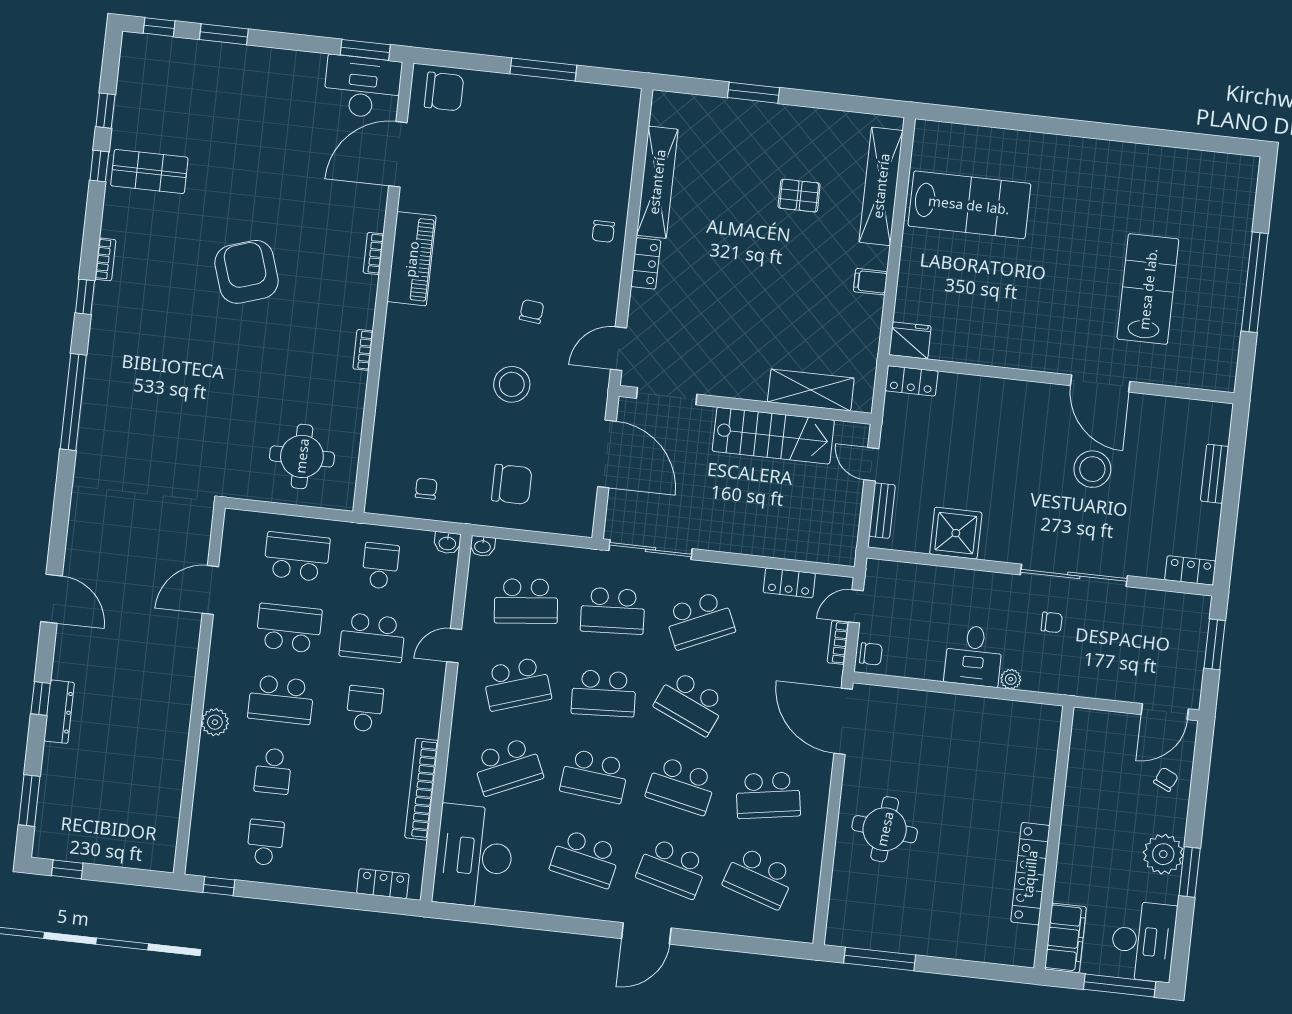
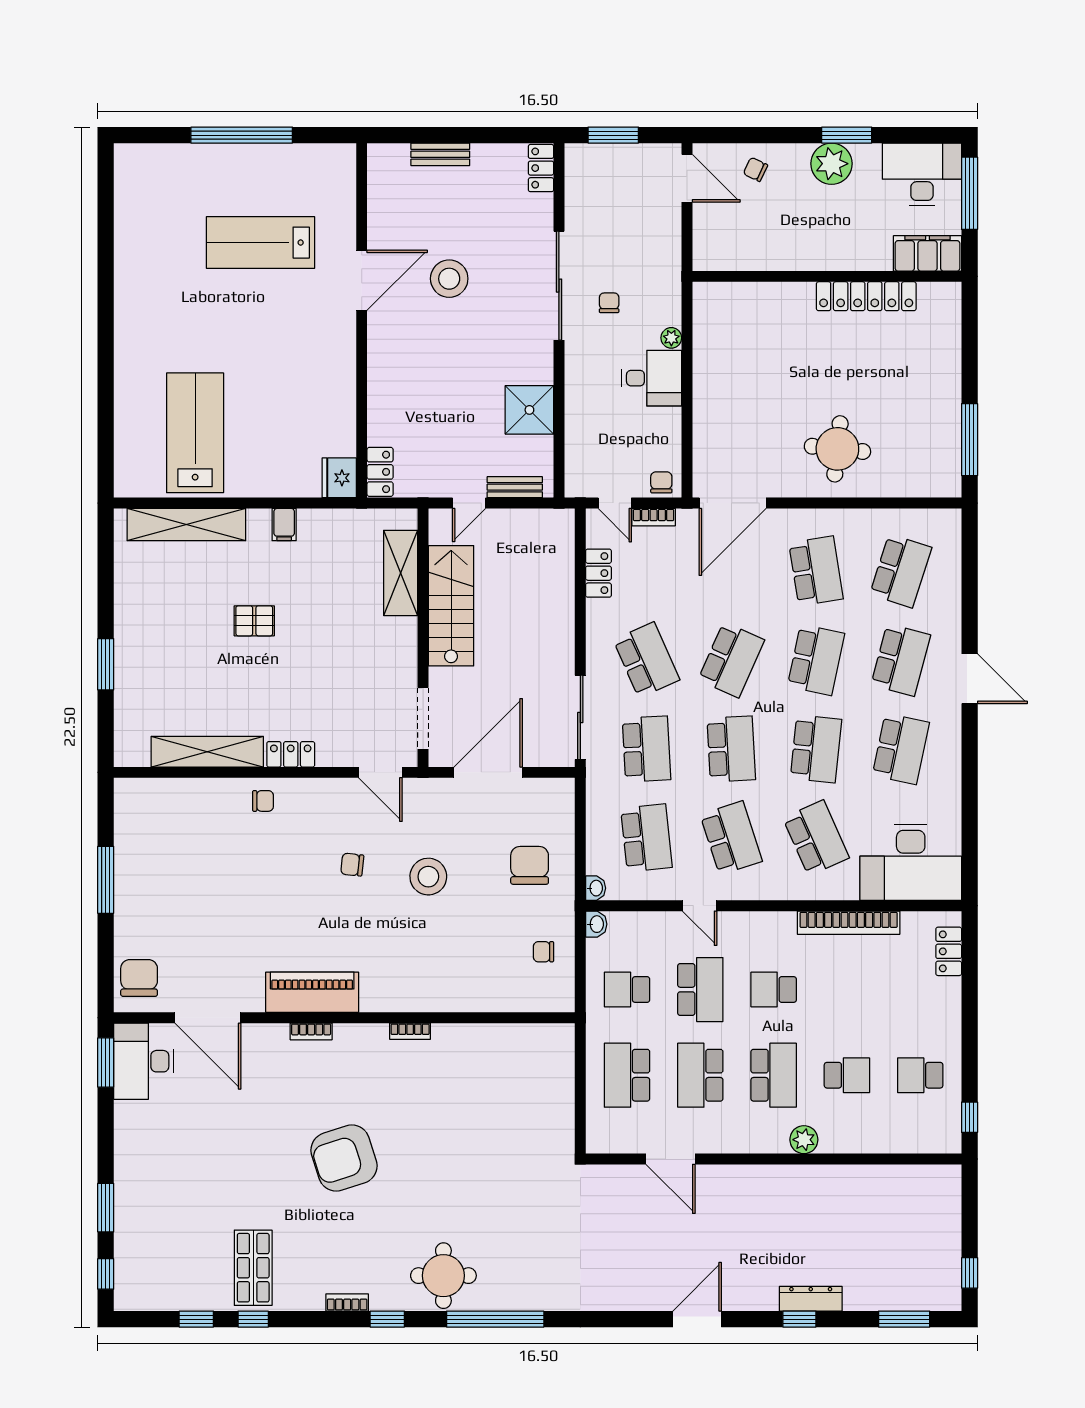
pallet: (799, 196) -> (254, 621), moved, turned 90
round table: (302, 456) -> (443, 1276), moved

